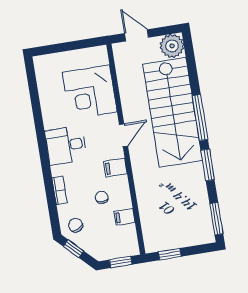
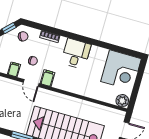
plant: (99, 56) -> (122, 101), added
corner desk: (90, 92) -> (121, 70), moved, turned 180
door: (124, 135) -> (31, 83), moved

